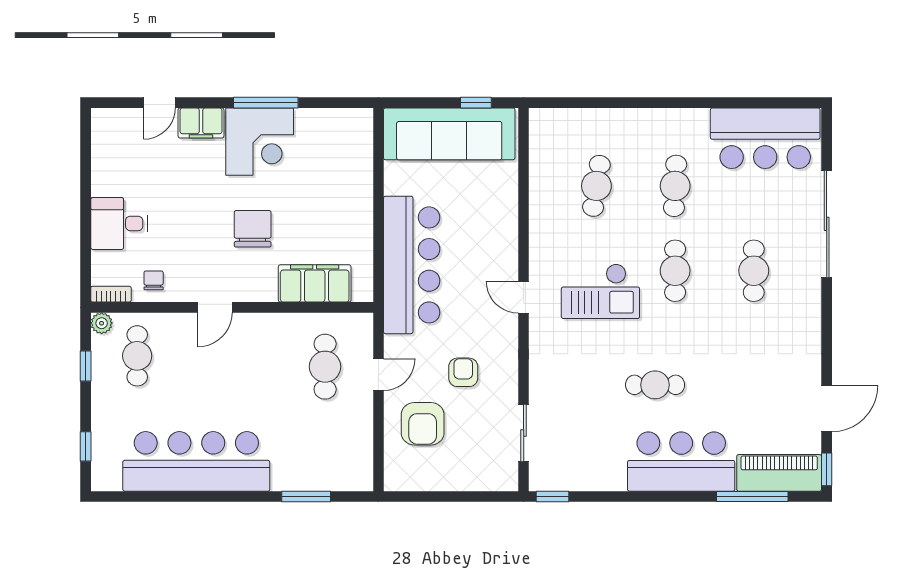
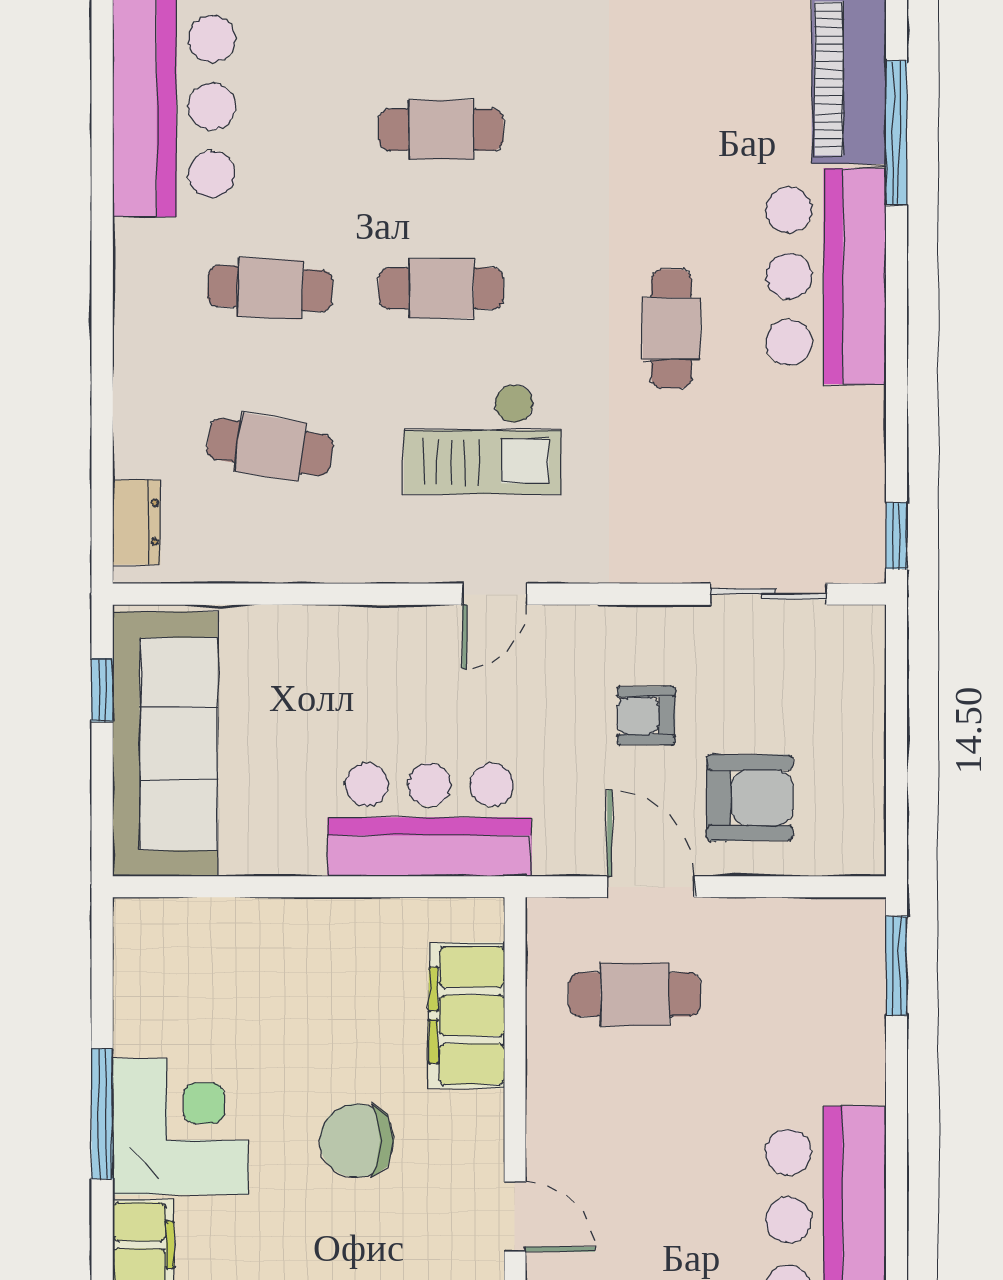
dresser: (559, 120) -> (136, 522), added
bar counter: (412, 265) -> (429, 820), width x0.73
checkout: (600, 291) -> (483, 439), turned 90
door: (378, 375) -> (651, 887), width x1.38
window: (306, 496) -> (896, 966), moved

